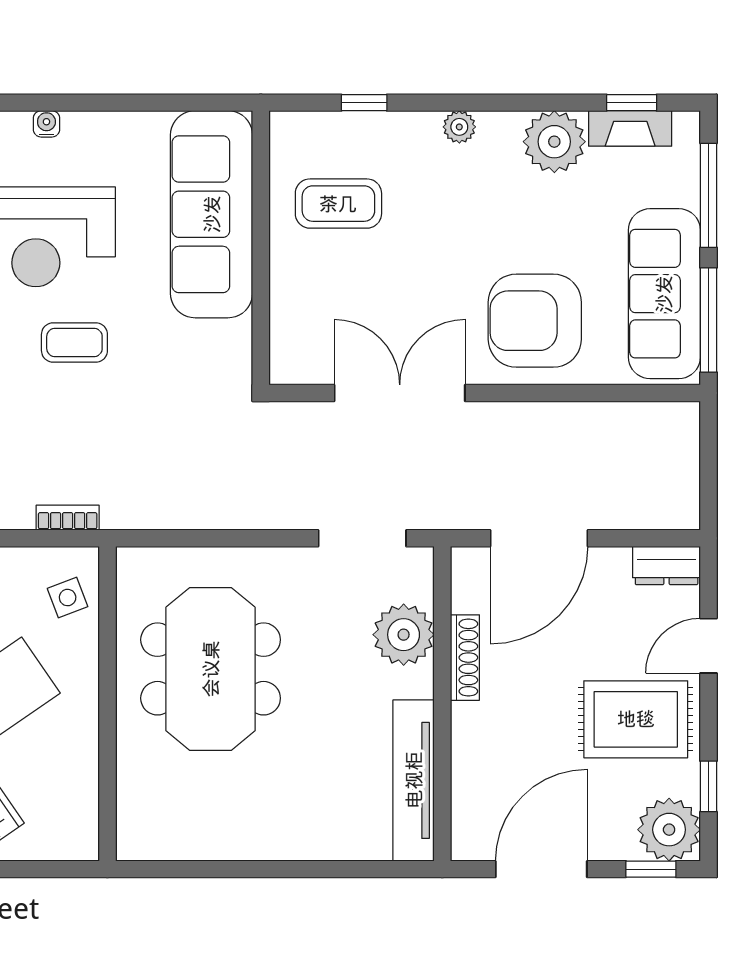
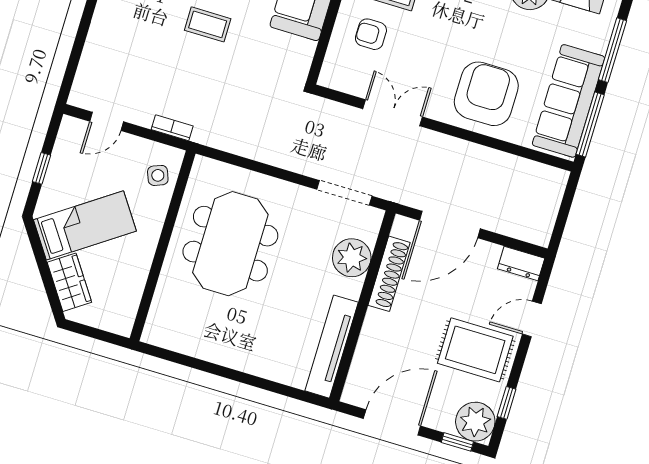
armchair: (330, 282) -> (371, 34), added
armchair: (535, 321) -> (486, 94), turned 90
double door: (400, 393) -> (393, 113), width x0.73
shoe rack: (465, 658) -> (389, 274), width x1.36, depth x1.24

